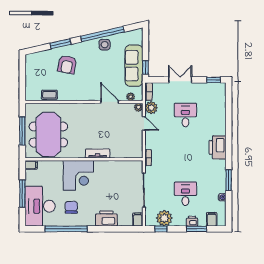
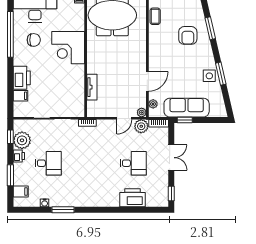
window: (102, 34) -> (221, 74), width x0.47
armchair: (67, 65) -> (188, 35), turned -101
printer: (218, 147) -> (132, 198), moved
tv unit: (98, 154) -> (92, 87), moved
filing cabinet: (138, 220) -> (20, 96), moved
printer: (192, 221) -> (19, 156), moved

